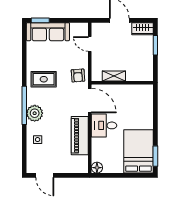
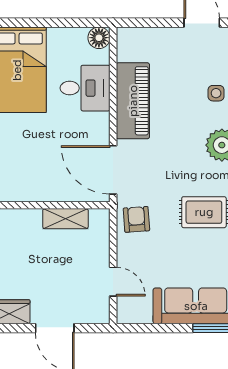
desk: (104, 125) -> (85, 88), moved

